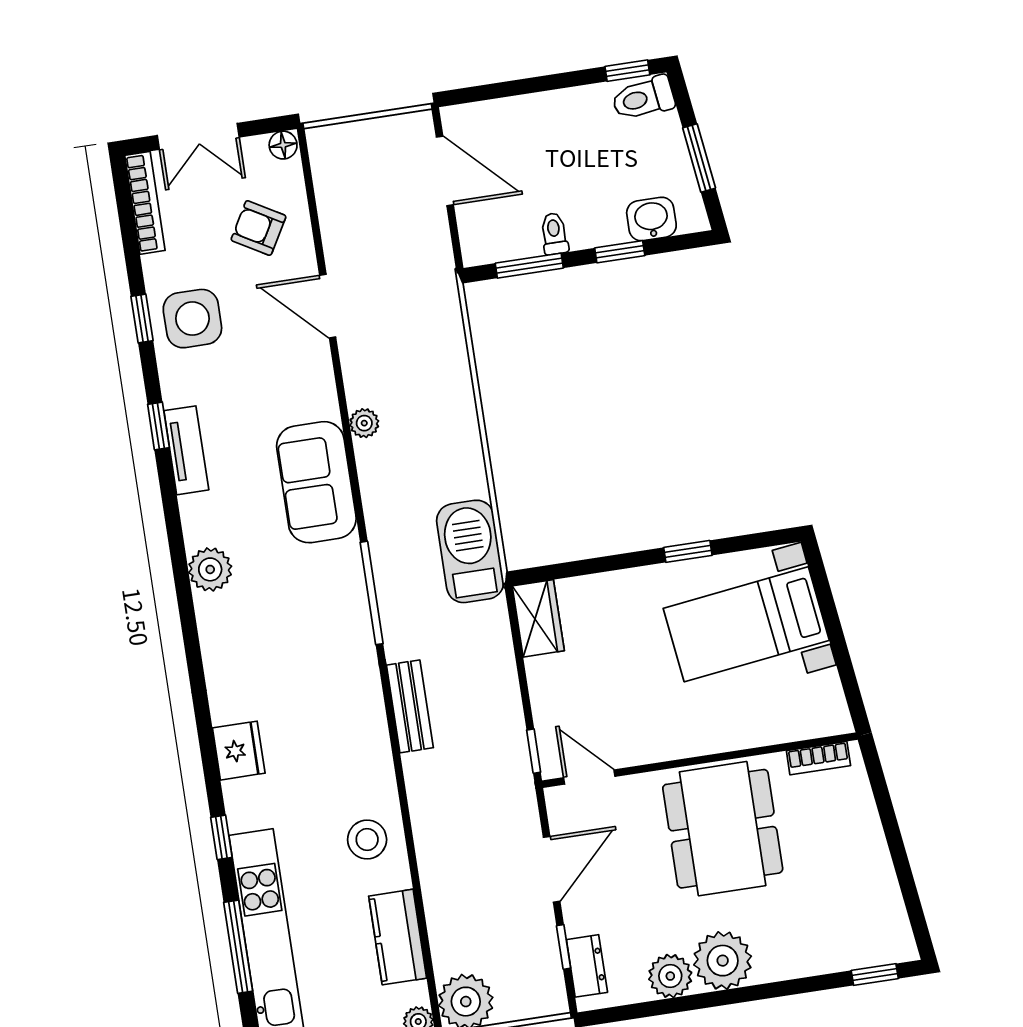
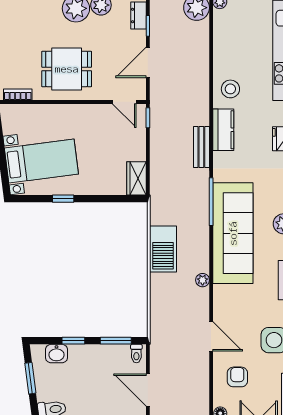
armchair: (258, 228) -> (237, 377), turned -120
toilet: (554, 234) -> (136, 354), moved
sofa: (316, 482) -> (233, 233), width x1.85, depth x1.27
barbecue: (470, 551) -> (163, 249), moved
dining table: (723, 829) -> (67, 69), width x0.73
kitchen counter: (398, 937) -> (223, 130), moved

